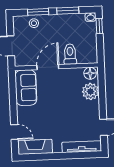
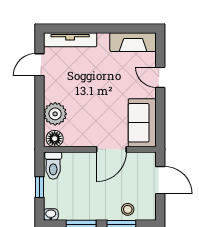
window: (99, 26) -> (39, 187), moved
toilet: (70, 54) -> (53, 166), moved
door: (14, 132) -> (160, 77), moved

